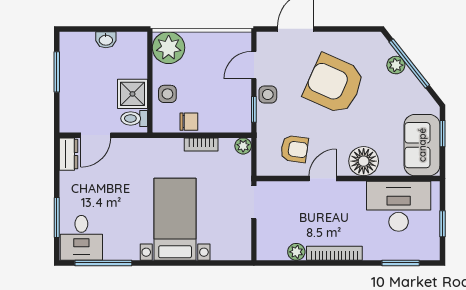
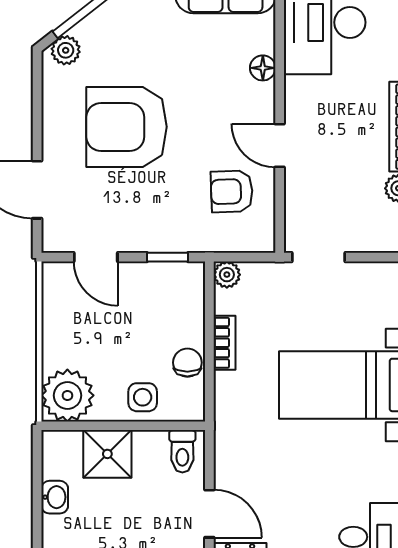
plant: (396, 65) -> (66, 50), moved
armchair: (334, 84) -> (127, 127), turned 66
shower: (132, 94) -> (107, 454), moved
side table: (268, 94) -> (143, 235), removed
armchair: (294, 149) -> (232, 191), turned -100
floor lamp: (364, 161) -> (263, 68), width x0.53, depth x0.53

